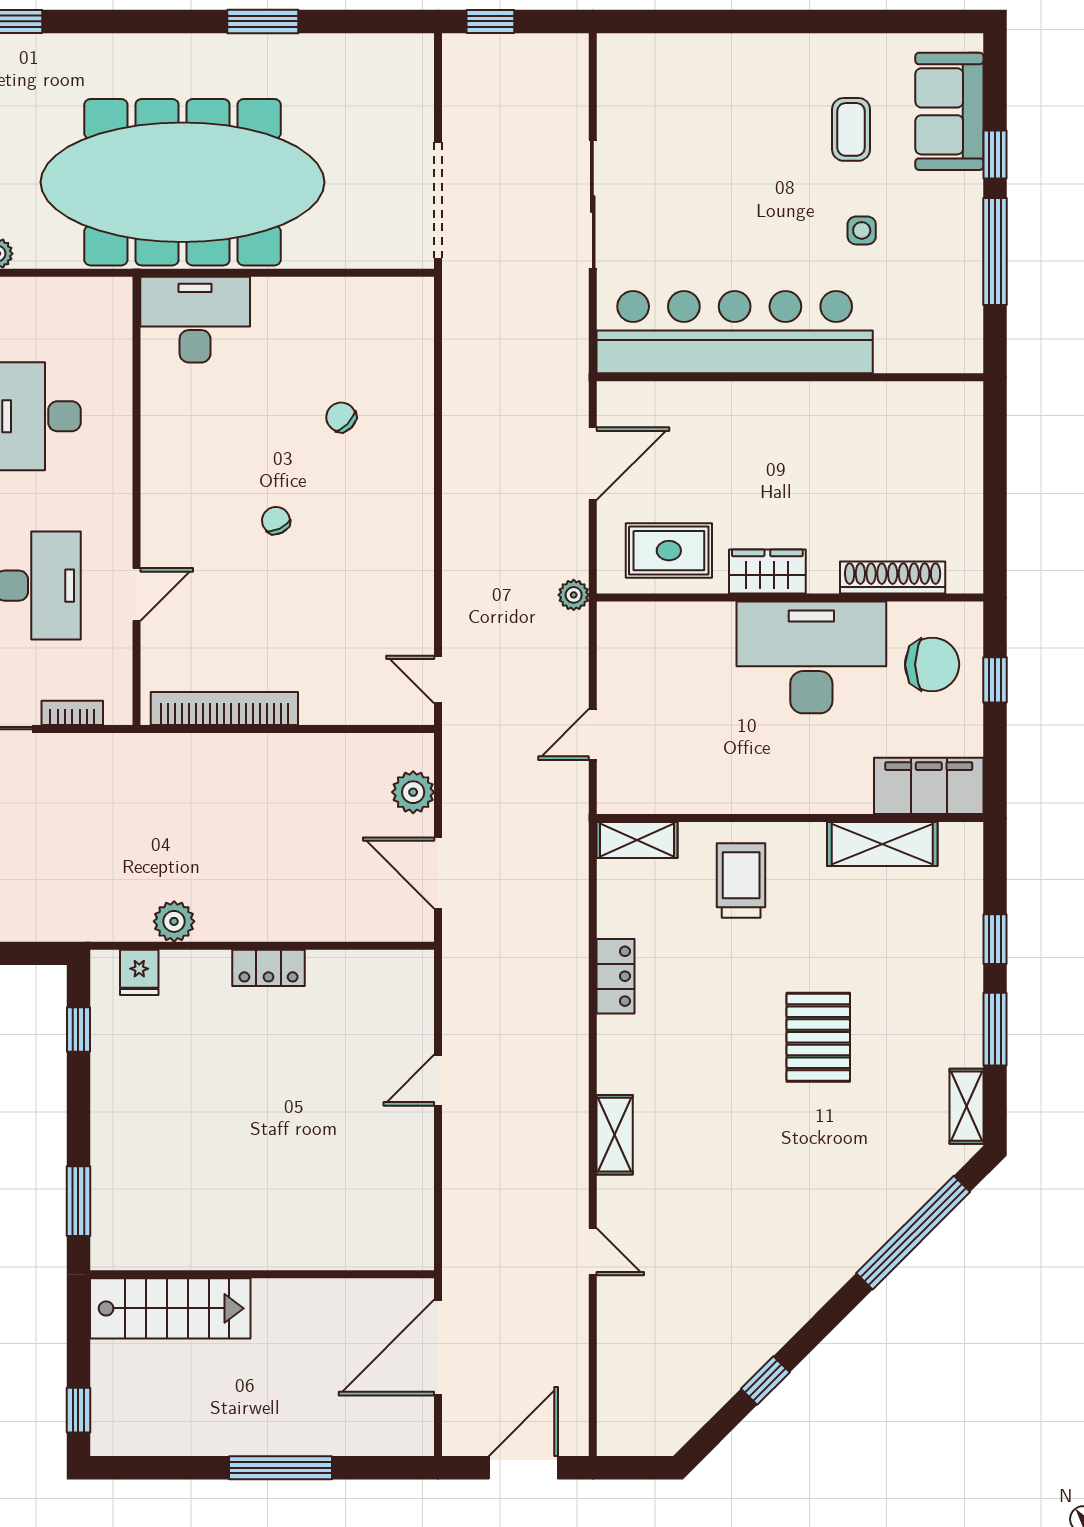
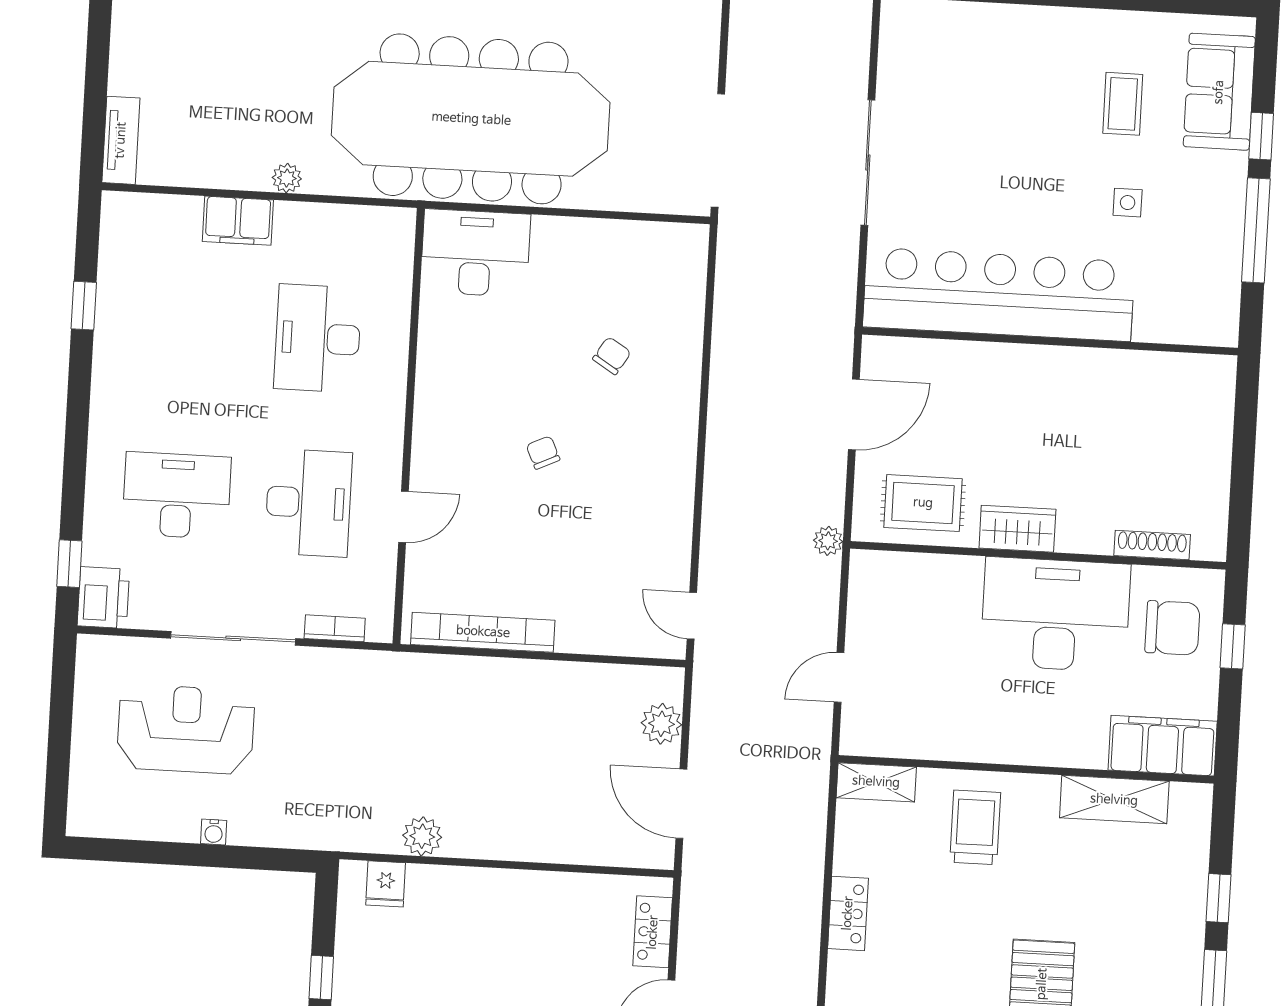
chair: (341, 417) -> (612, 356), turned 78
shoe rack: (893, 578) -> (1152, 545), width x0.74, depth x0.81
locker: (269, 968) -> (653, 932), moved, turned 90
window: (78, 1030) -> (321, 978), moved

